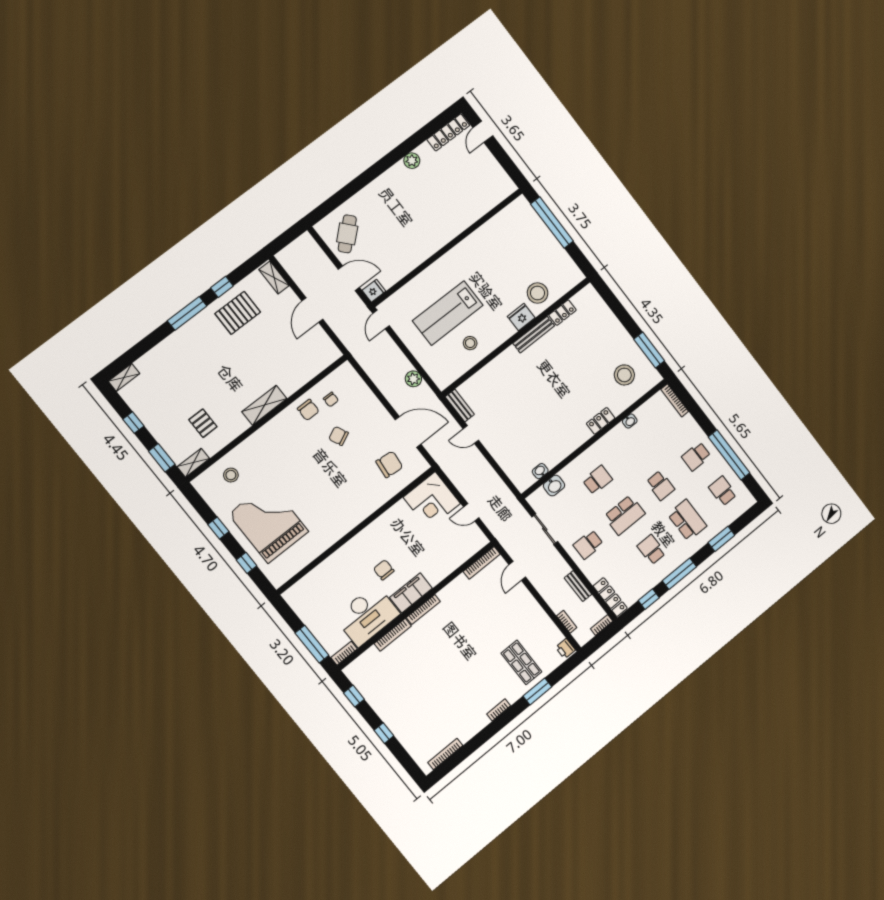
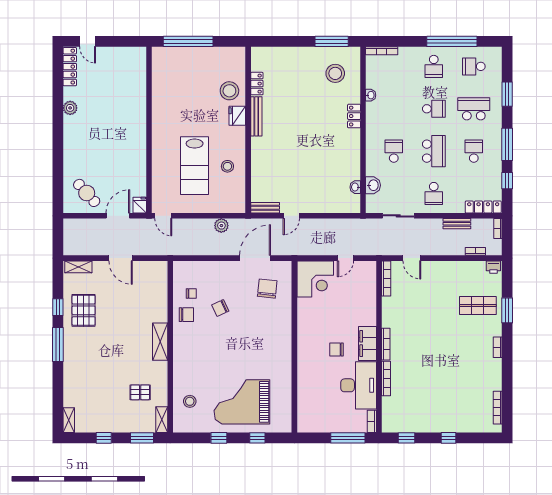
school desk: (651, 550) -> (474, 151), turned 90

